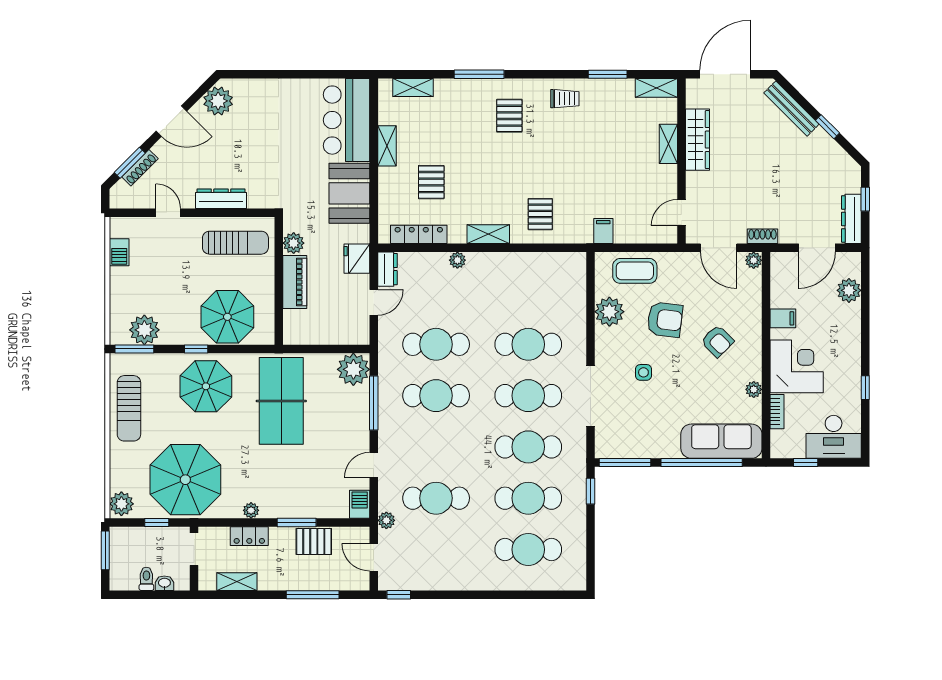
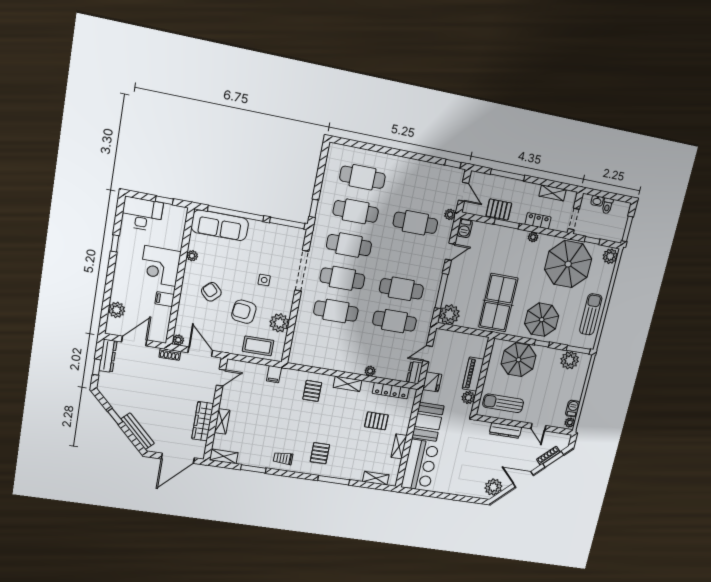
pallet: (431, 182) -> (376, 421), turned 90
plant: (118, 228) -> (570, 423), added
bookcase: (777, 412) -> (178, 238), removed

